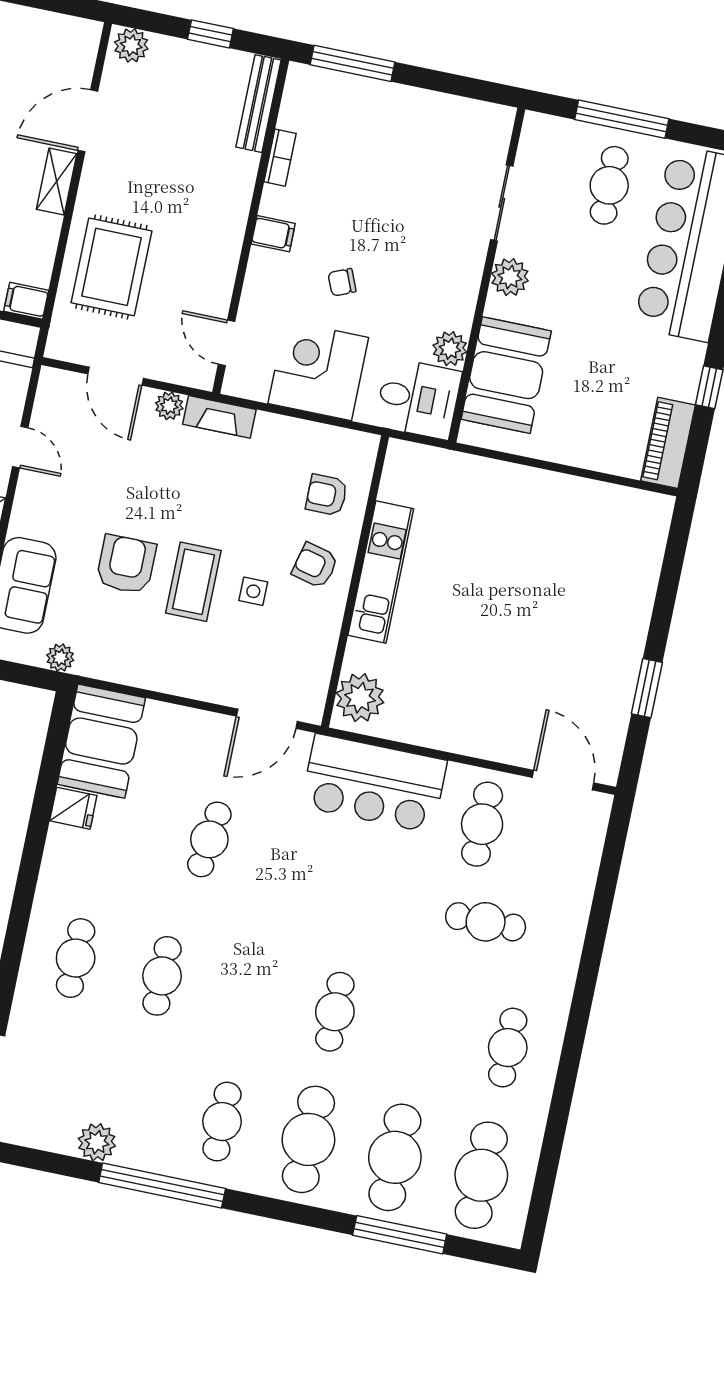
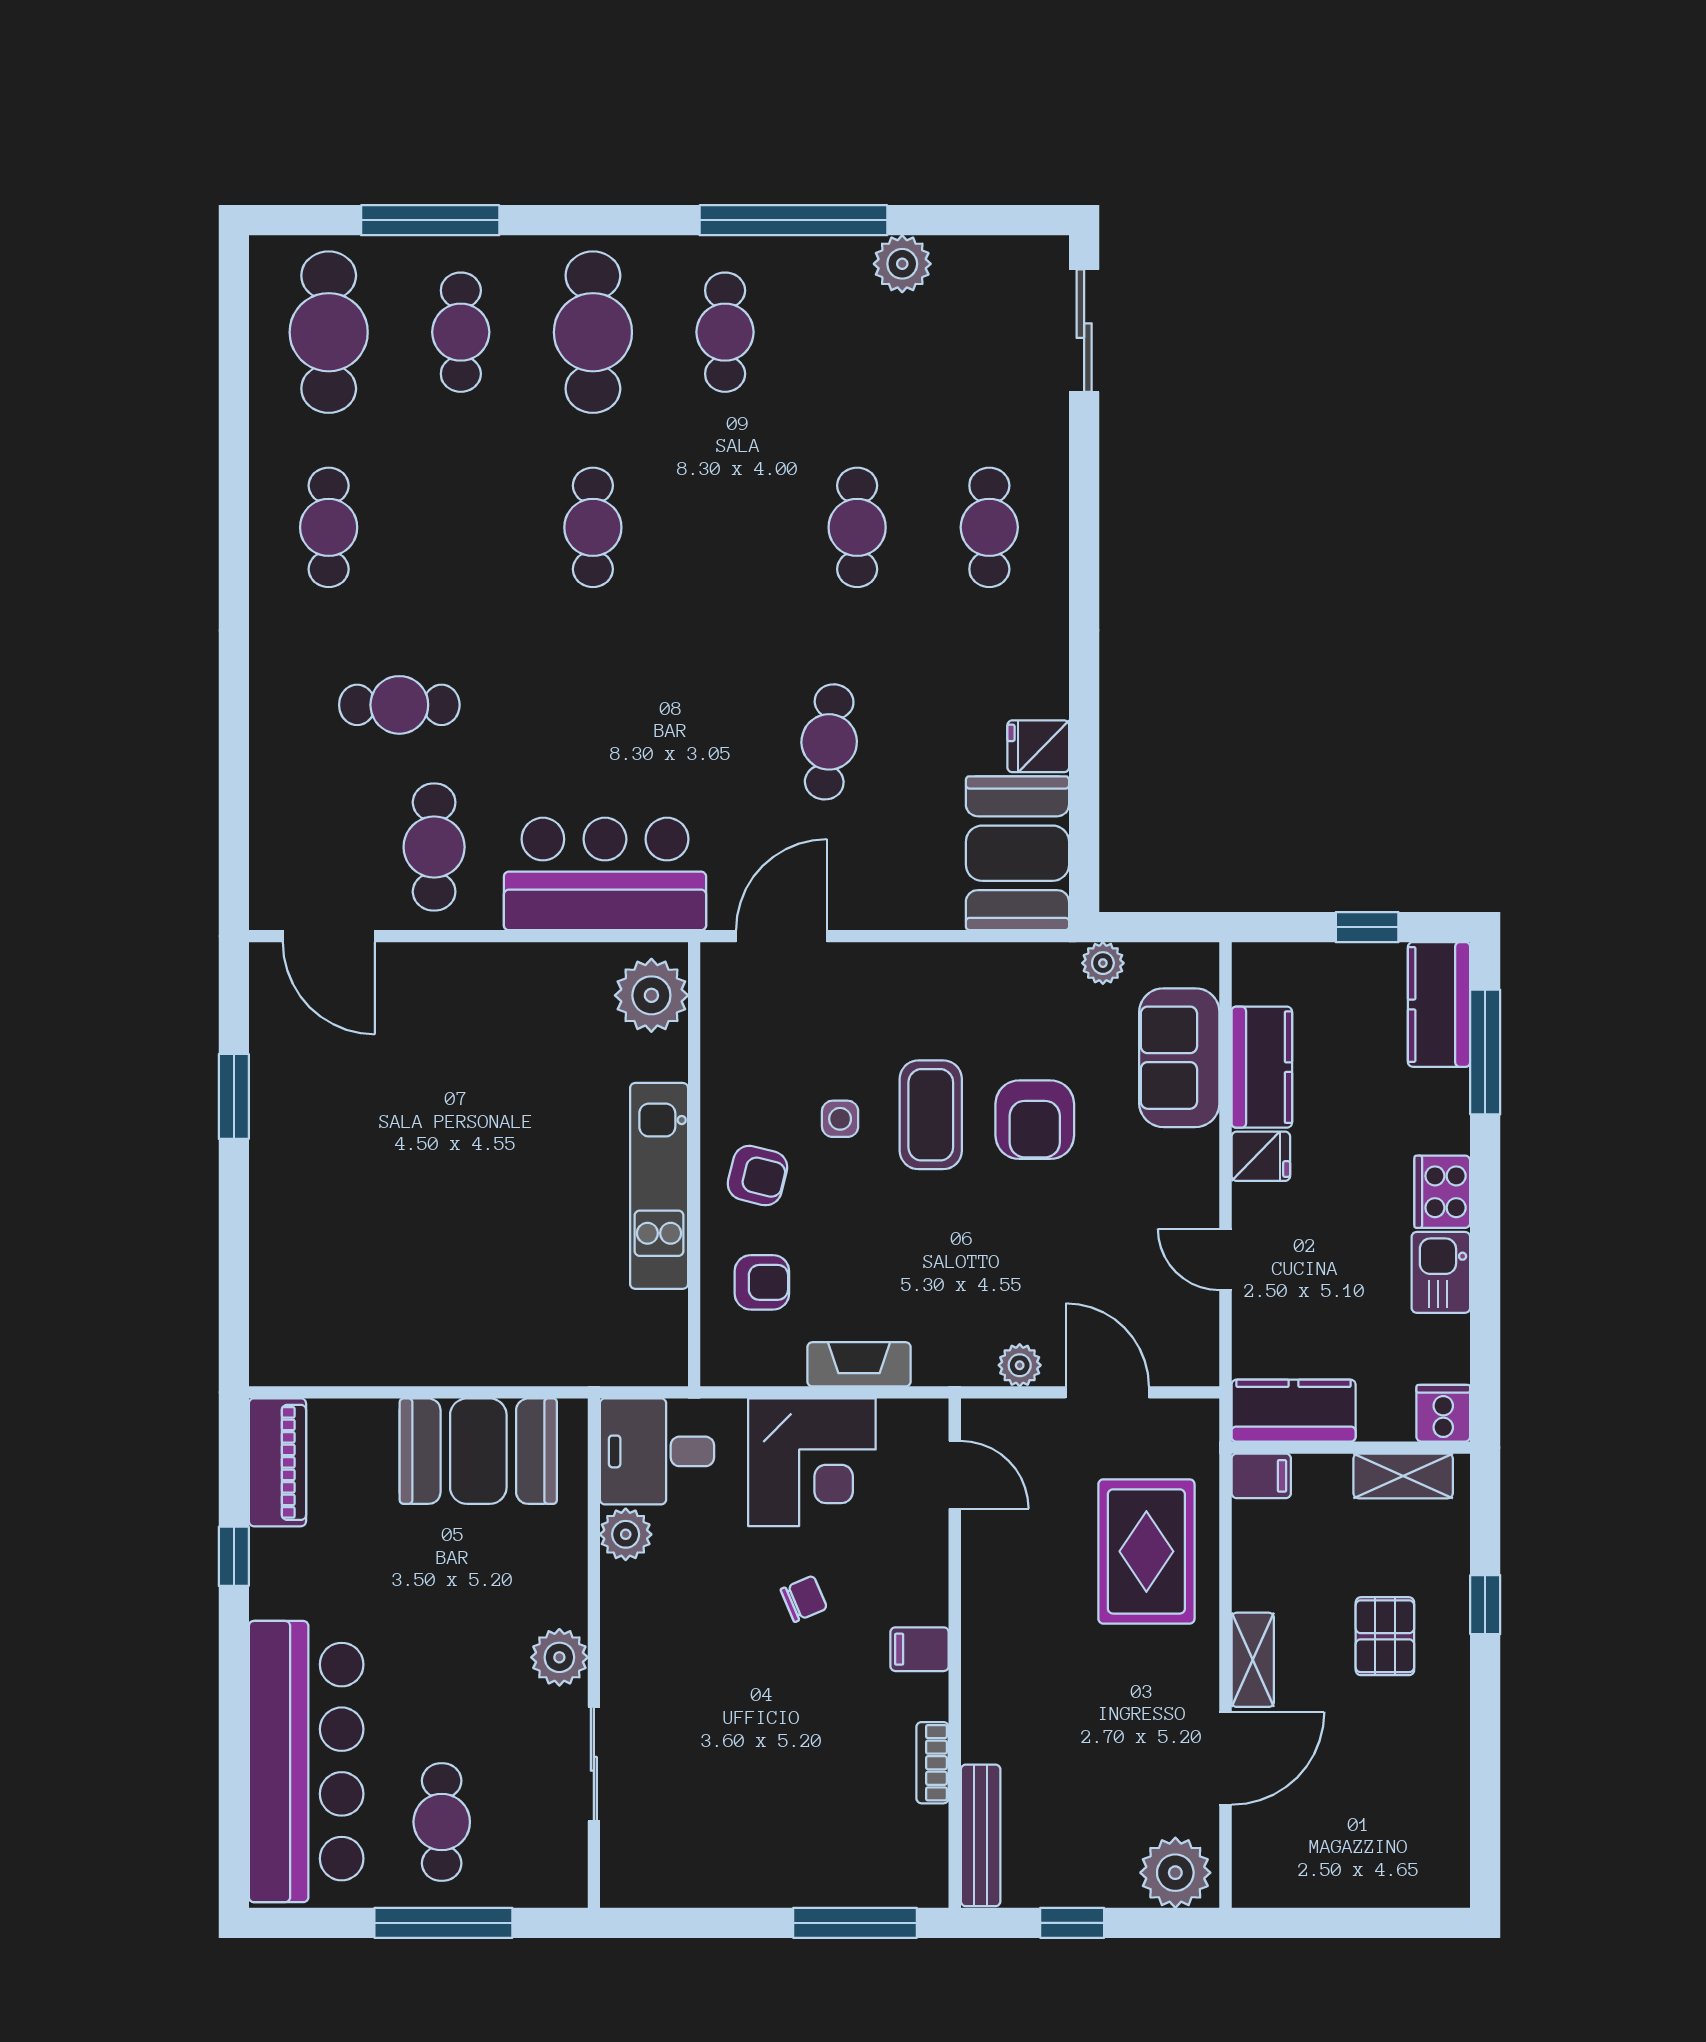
plant: (131, 45) -> (1175, 1873), width x1.36, depth x1.36
booth: (506, 375) -> (478, 1451), moved, turned 90
fireplace: (219, 417) -> (859, 1364), moved
cafe table: (395, 1157) -> (461, 332), width x0.73, depth x0.74

